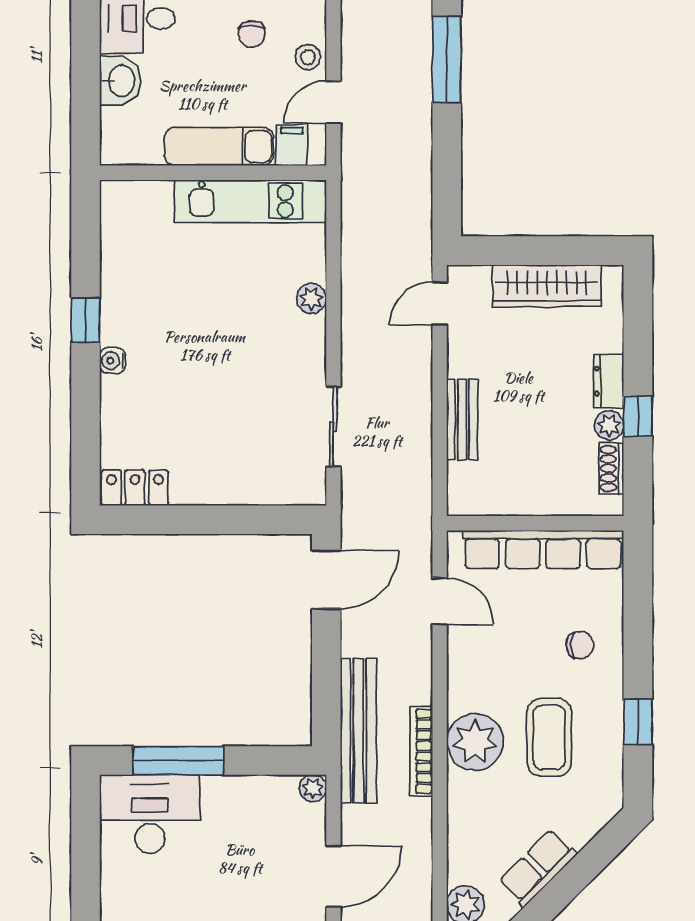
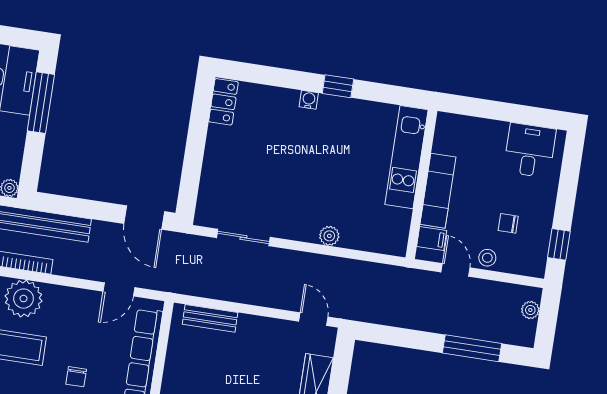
washbasin: (120, 81) -> (491, 133), removed
kitchen unit: (250, 201) -> (406, 157), moved
bench: (462, 420) -> (210, 318), moved

